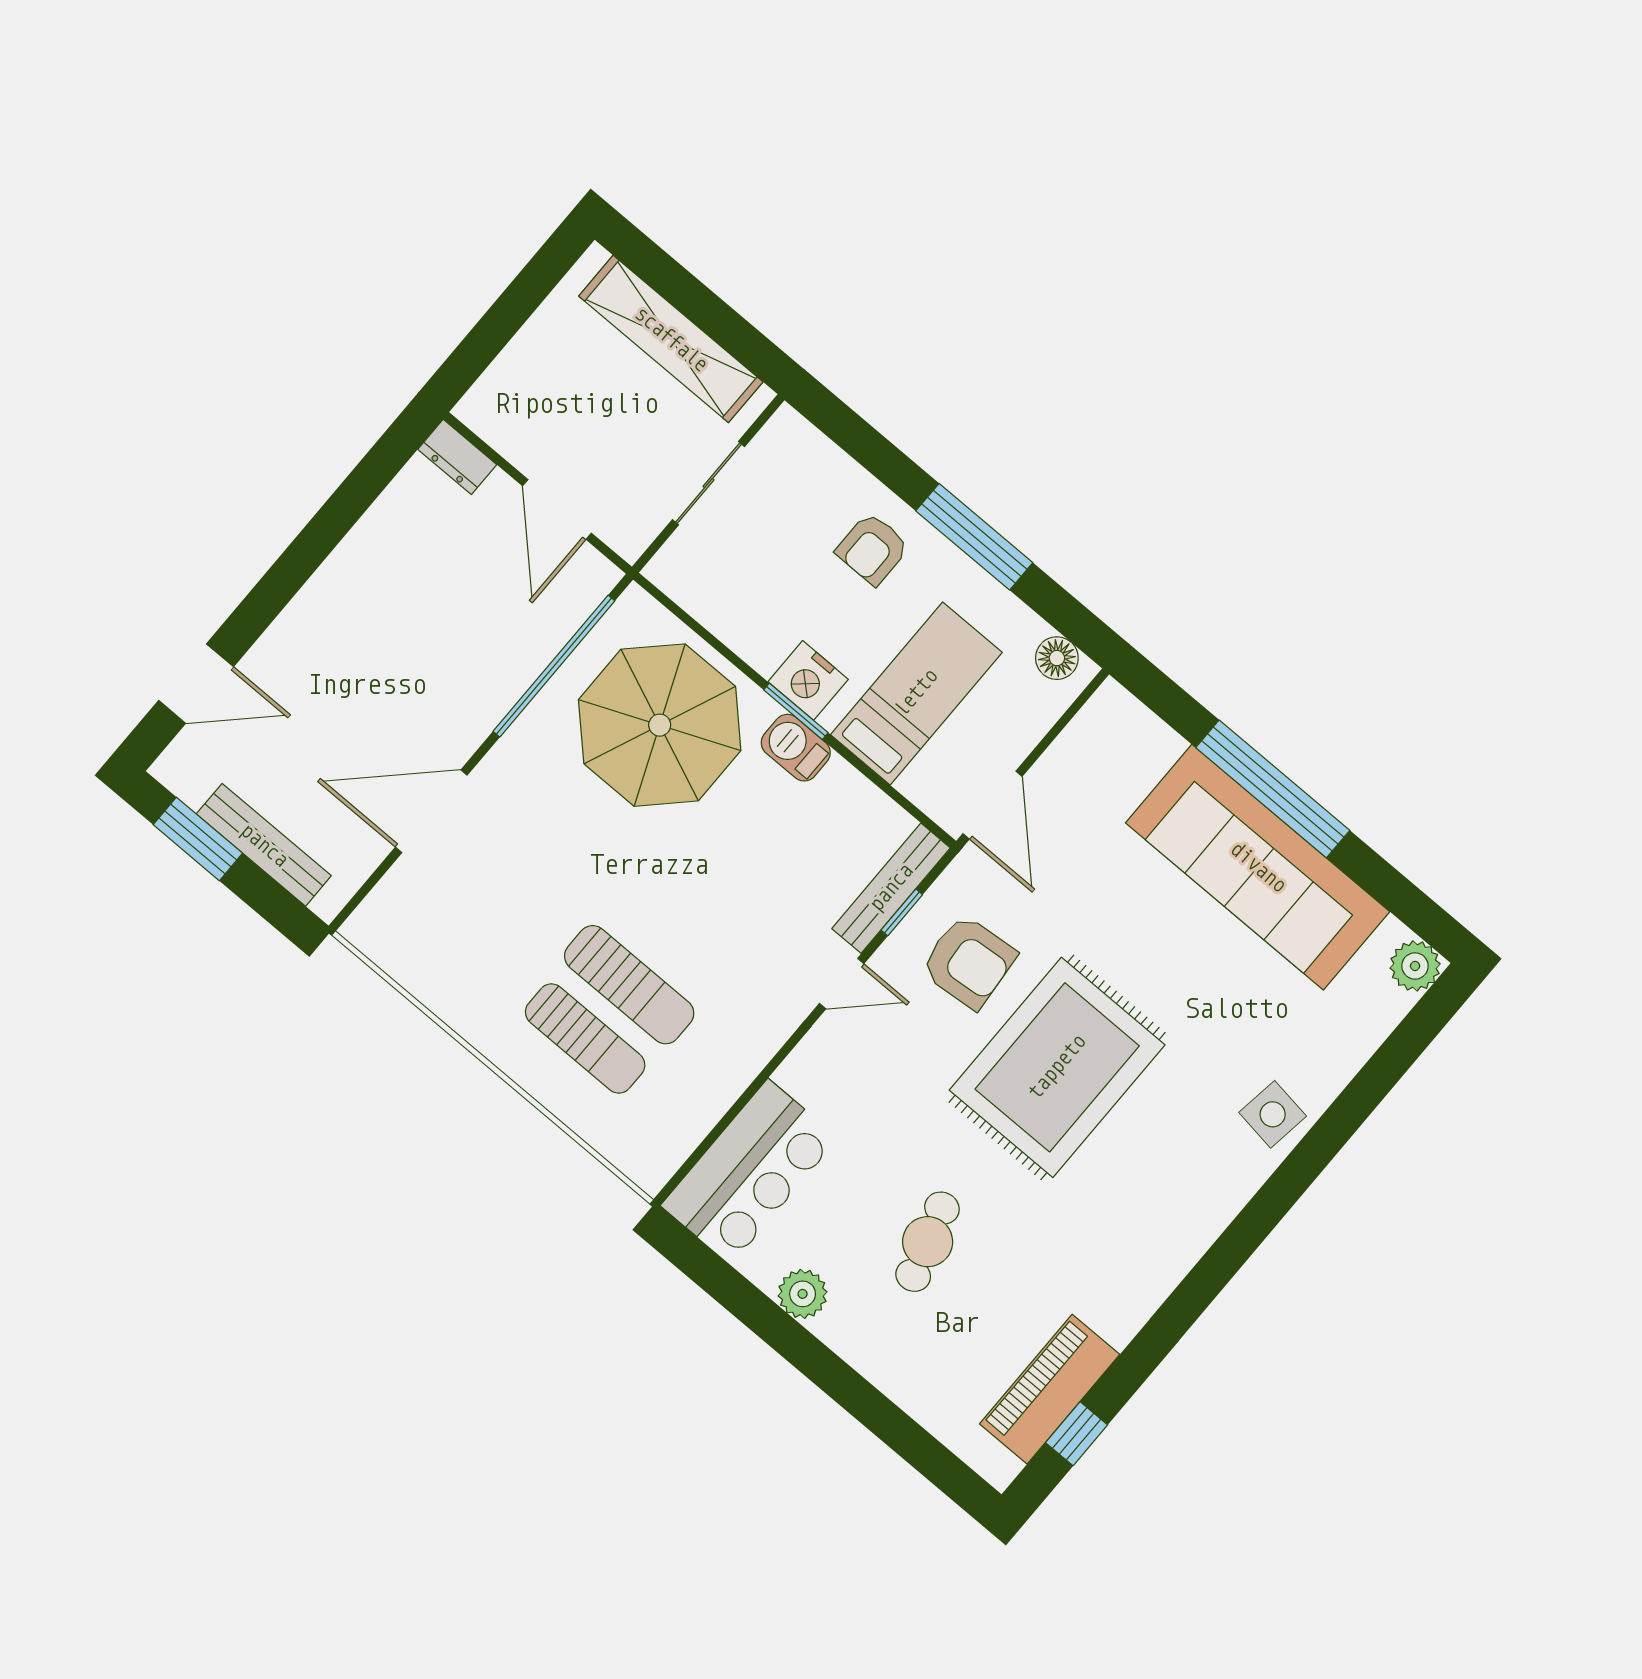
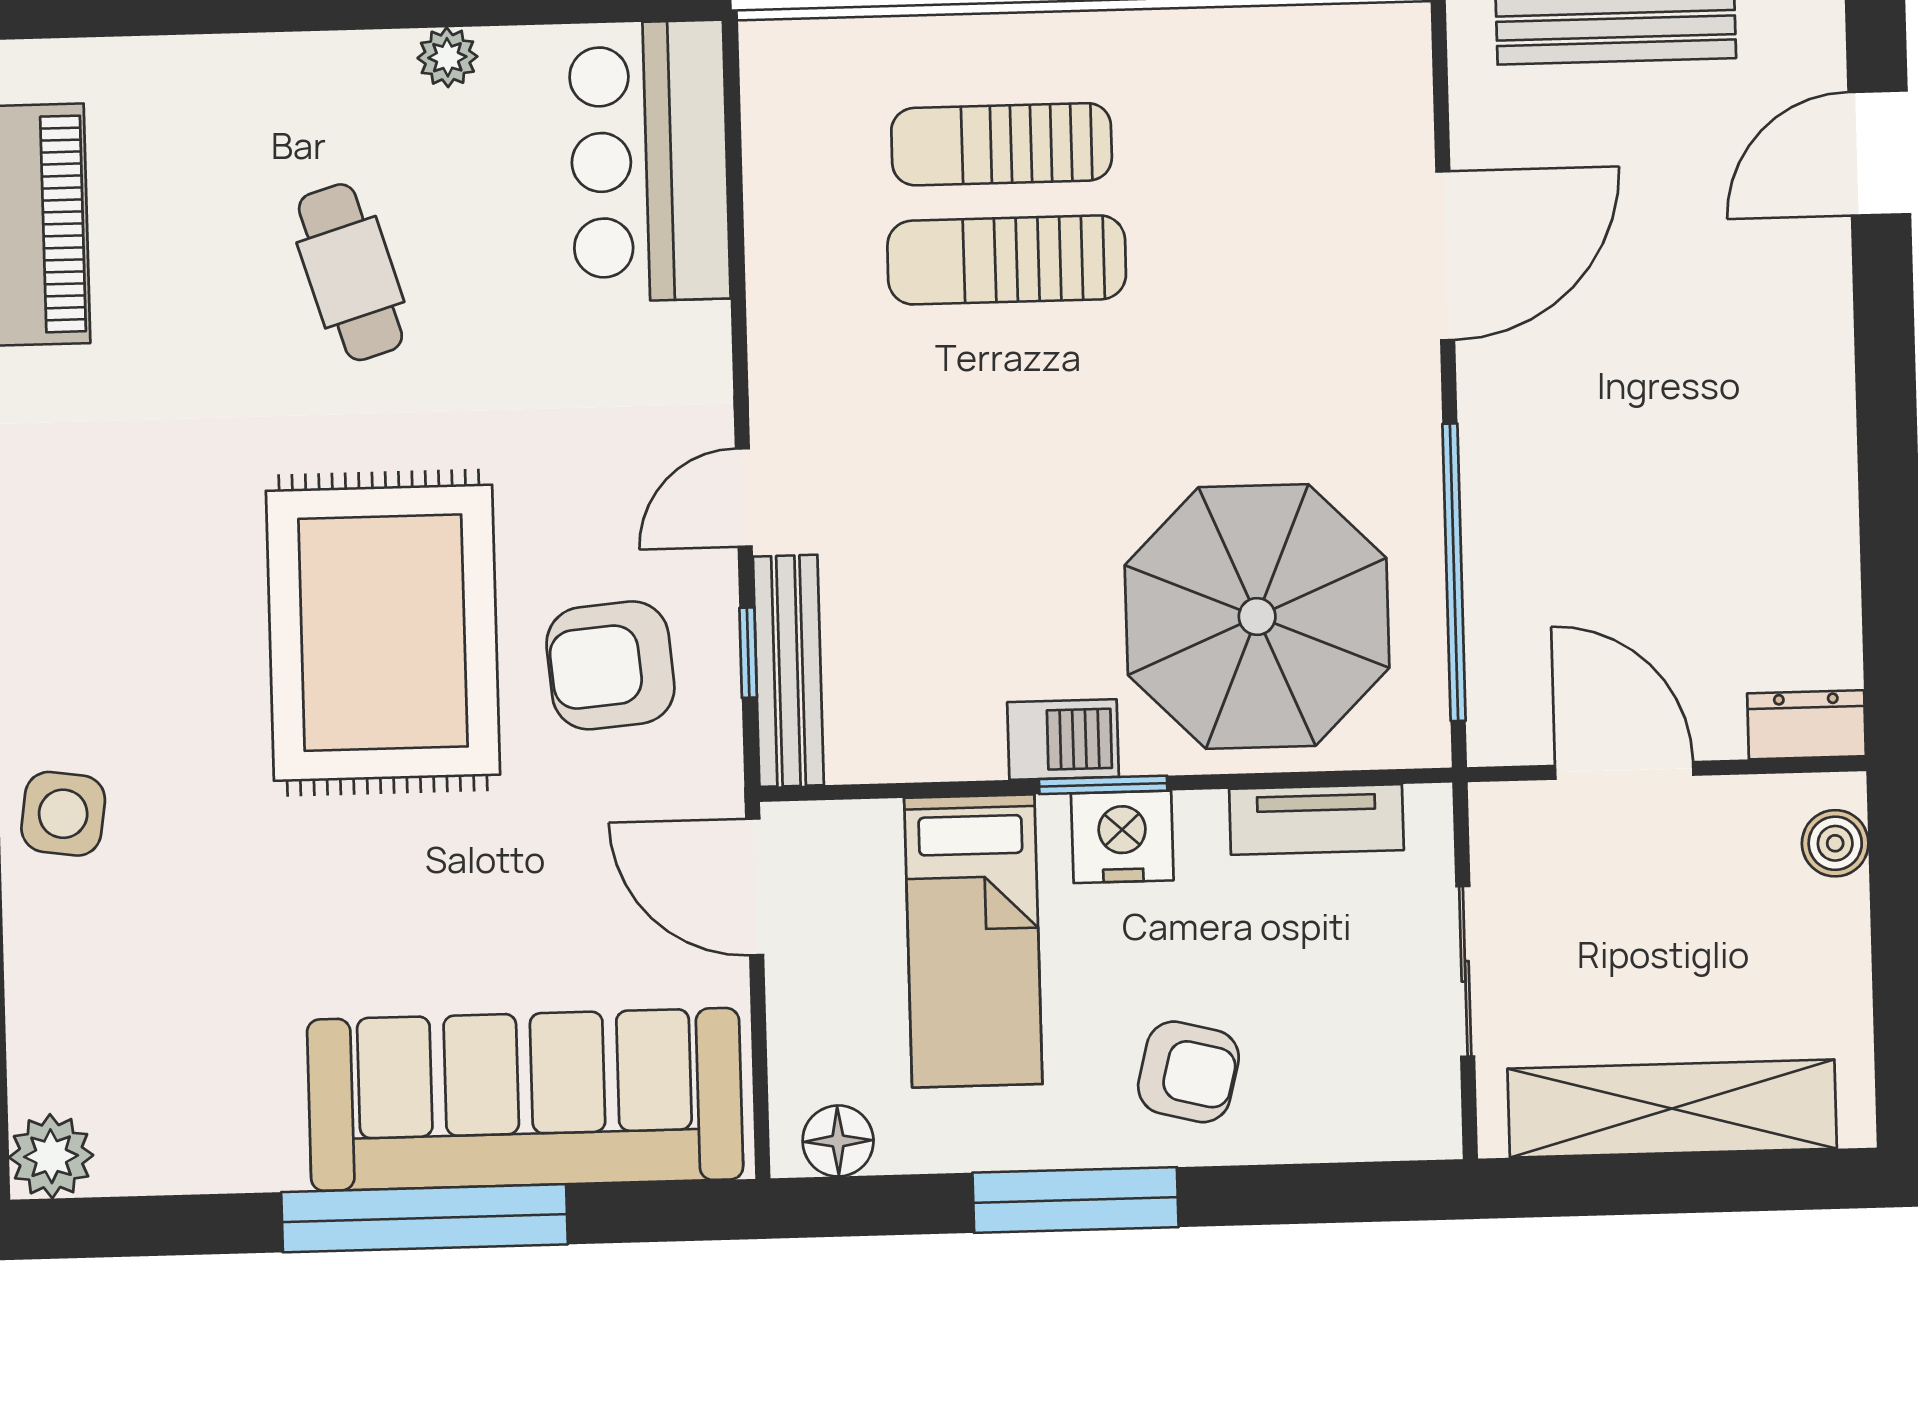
boiler: (492, 392) -> (1835, 843), added
armchair: (873, 549) -> (1188, 1072), turned 104
tv unit: (714, 611) -> (1316, 819), added
sofa: (1258, 867) -> (525, 1099), moved
plant: (803, 1294) -> (447, 57), width x0.73, depth x0.73

